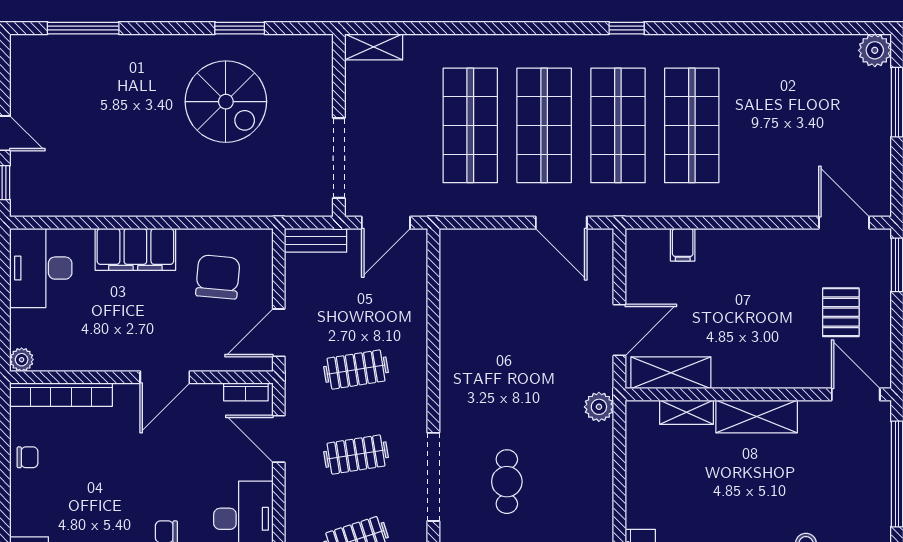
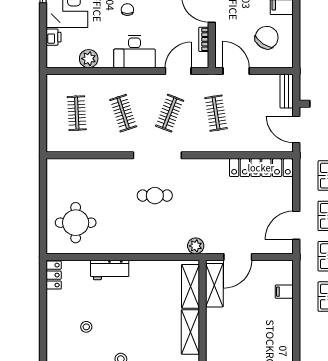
chair: (218, 277) -> (267, 38), turned -61
locker: (456, 287) -> (261, 168), added
door: (619, 330) -> (238, 257), hinge flipped
bookcase: (246, 392) -> (204, 39), moved
shelving: (687, 412) -> (191, 286), width x1.50, depth x1.33
clothes rail: (356, 455) -> (170, 113), turned 30

